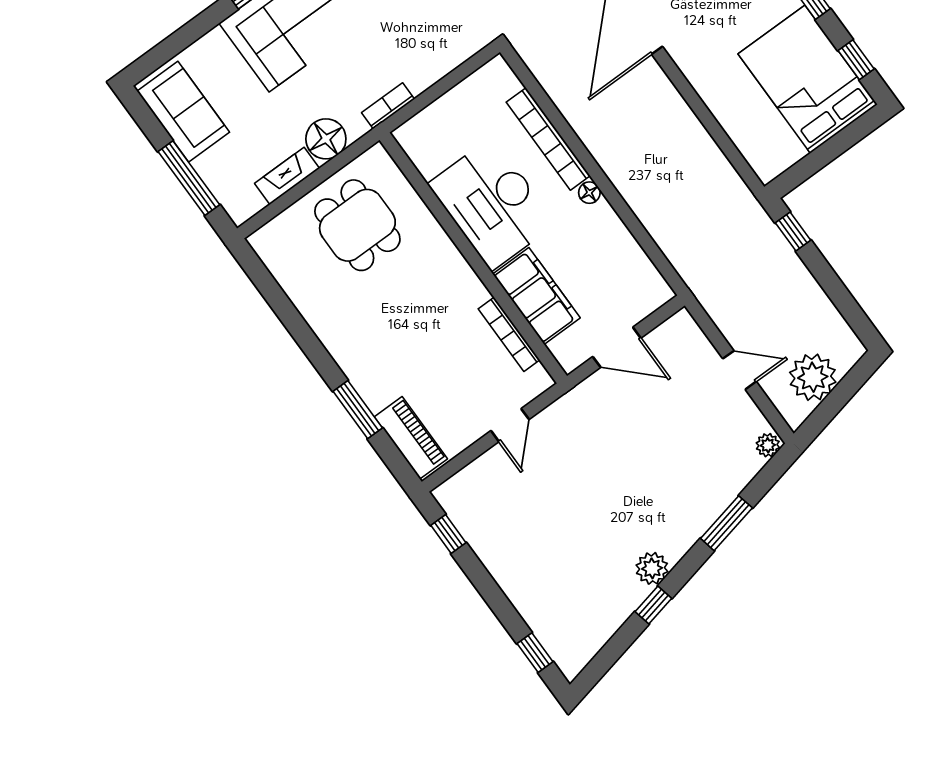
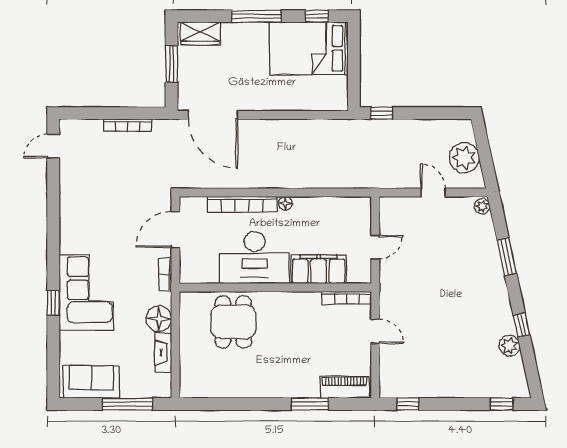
door: (454, 78) -> (175, 230), added
dining table: (357, 225) -> (233, 322), moved, turned 90
bookcase: (509, 334) -> (347, 298), moved
door: (617, 347) -> (375, 247), width x0.73
door: (740, 370) -> (433, 193), hinge flipped
plant: (652, 568) -> (509, 346), moved

